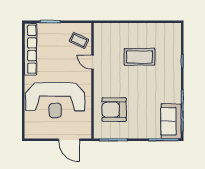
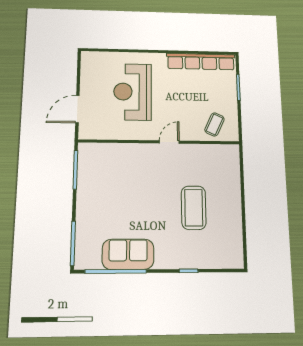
door: (92, 62) -> (169, 142), moved
reception desk: (55, 100) -> (133, 92), width x0.74, depth x0.77
armchair: (114, 110) -> (119, 171), removed
sofa: (171, 121) -> (128, 254), moved

